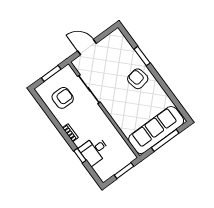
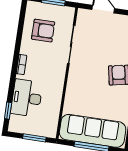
desk: (94, 150) -> (27, 98), width x1.37
window: (80, 156) -> (8, 111), moved

